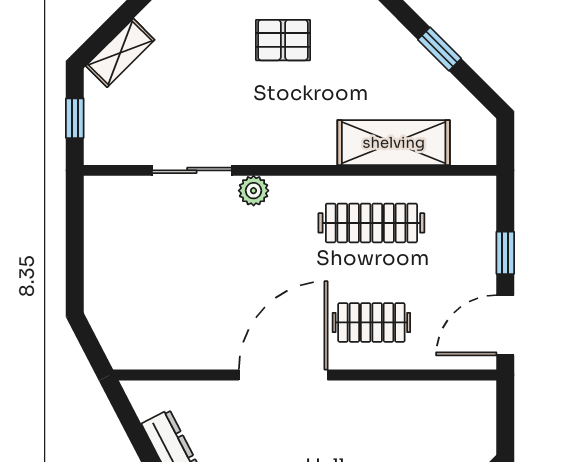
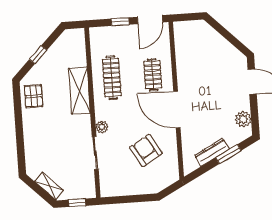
pallet: (283, 40) -> (33, 96), moved
shelving: (394, 143) -> (79, 91), moved
armchair: (190, 293) -> (146, 150), added
door: (505, 325) -> (150, 20), hinge flipped

